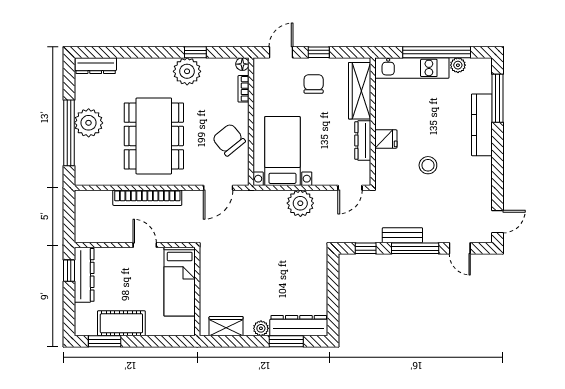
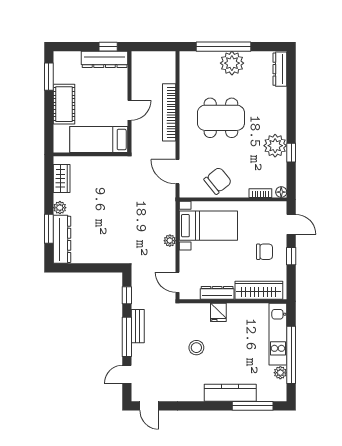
dining table: (154, 136) -> (221, 118), width x0.73, depth x0.80
plant: (300, 203) -> (170, 241), width x0.53, depth x0.53
cot: (121, 323) -> (64, 104), moved

